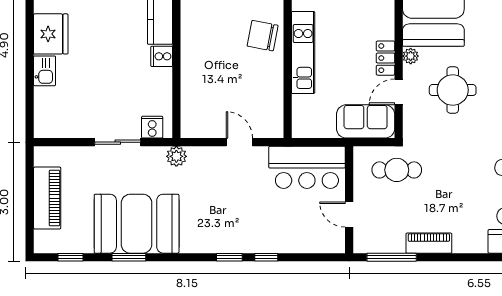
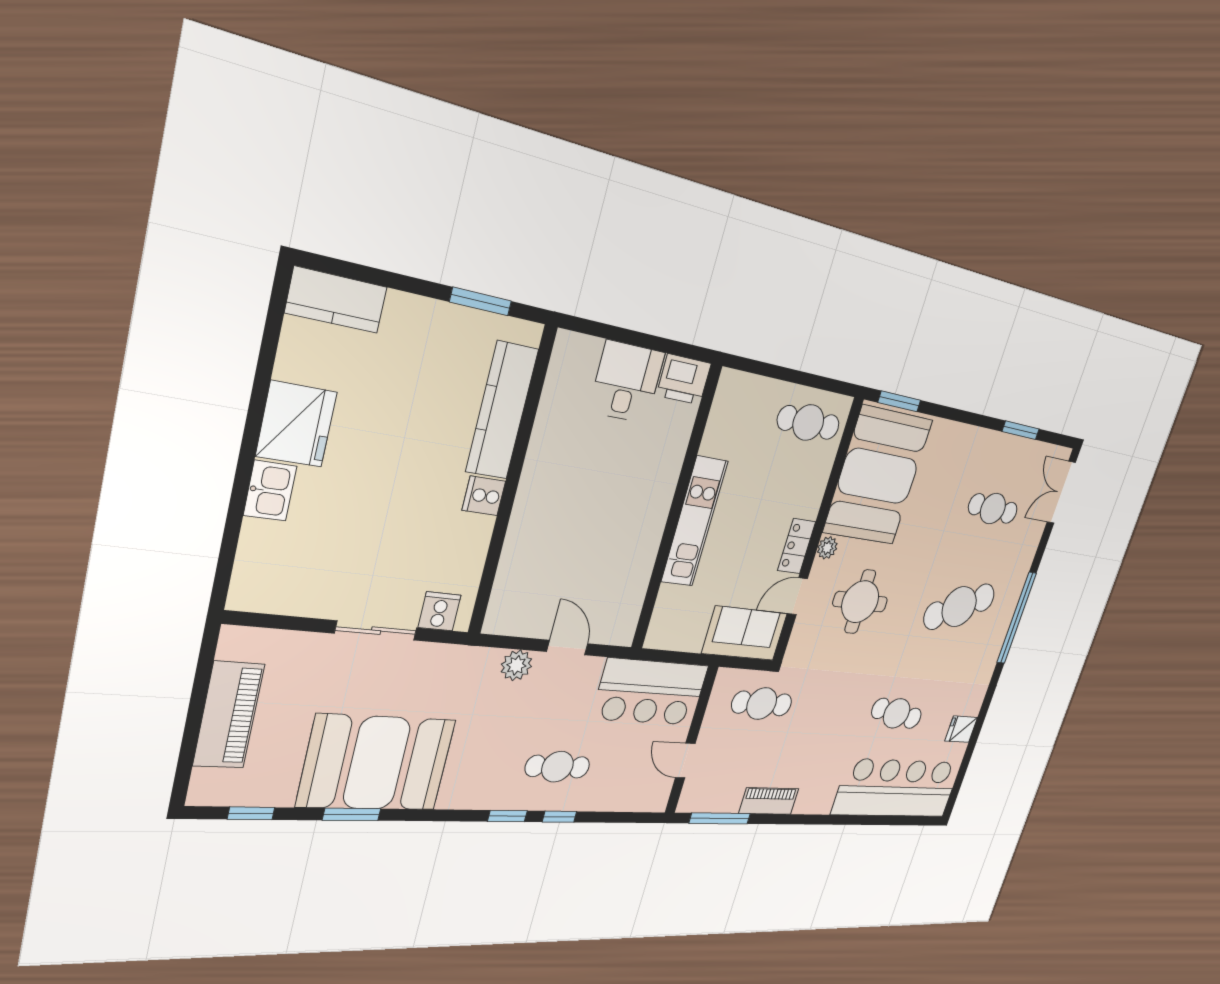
chair: (263, 36) -> (646, 487), removed
plant: (176, 156) -> (516, 665), moved
cafe table: (255, 222) -> (557, 767), added

